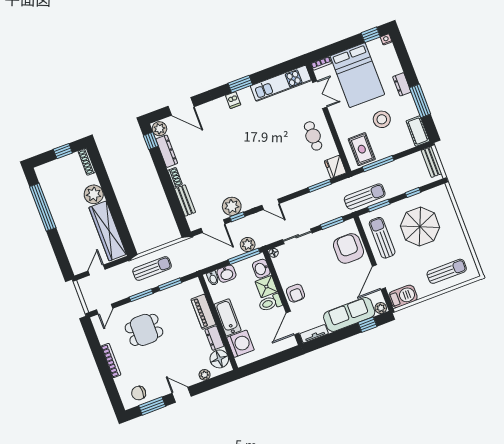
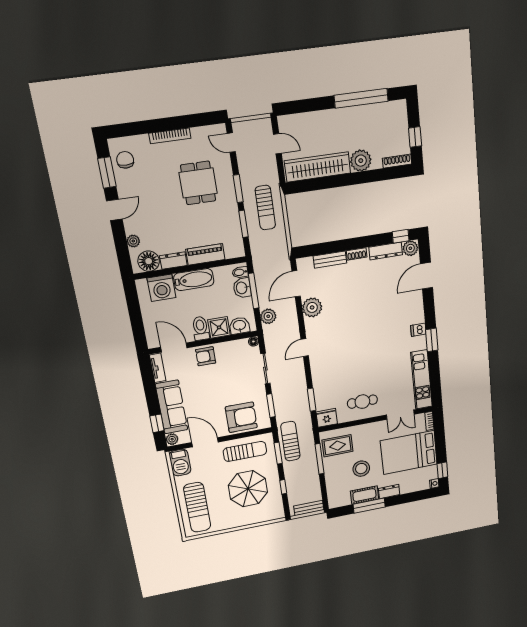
cot: (418, 131) -> (364, 495), moved
sun lounger: (365, 196) -> (290, 441), turned 180
window: (237, 217) -> (300, 311), removed
window: (244, 256) -> (254, 291), moved
sun lounger: (447, 271) -> (197, 507), width x1.36, depth x1.34

